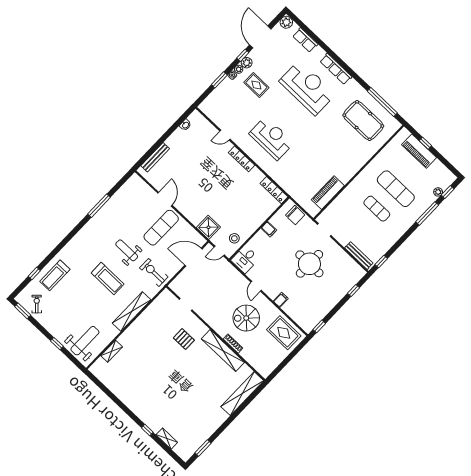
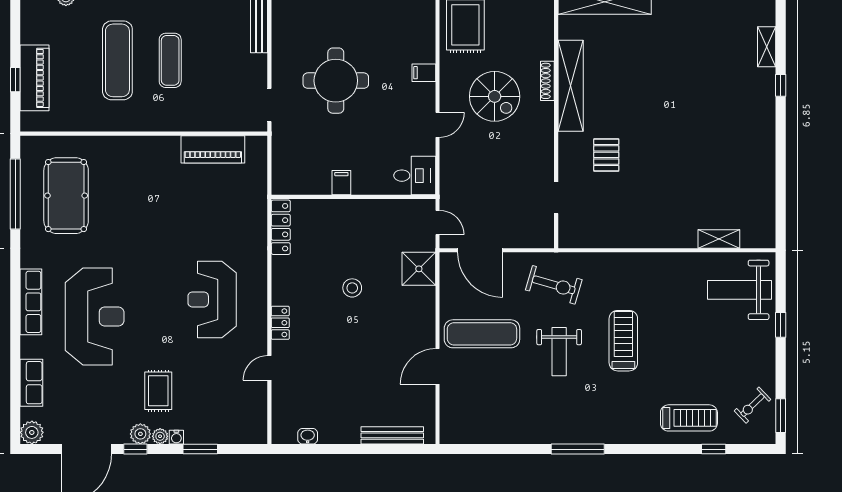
reception desk: (307, 88) -> (95, 317), turned 180
door: (225, 135) -> (269, 368), swing flipped
locker: (242, 159) -> (280, 323), width x0.66
window: (99, 206) -> (578, 449), moved
chair: (295, 215) -> (287, 165), removed
stool: (234, 238) -> (352, 288), moved
exercise bike: (154, 272) -> (554, 285), turned -74
shelving: (132, 312) -> (637, 264), removed

